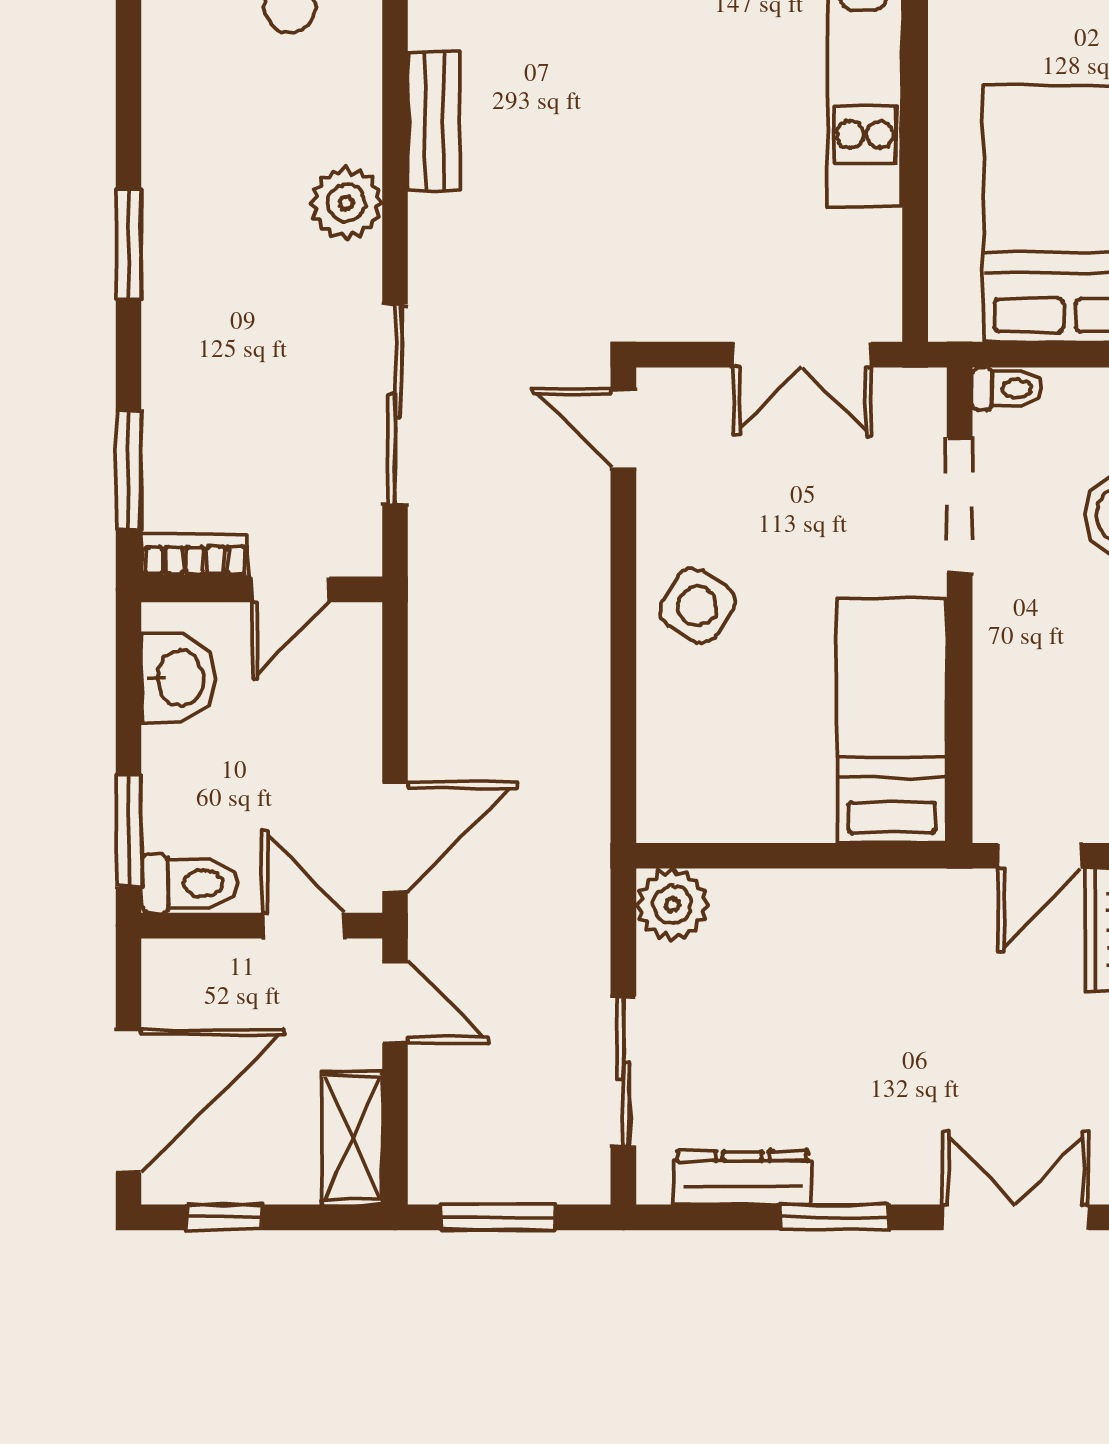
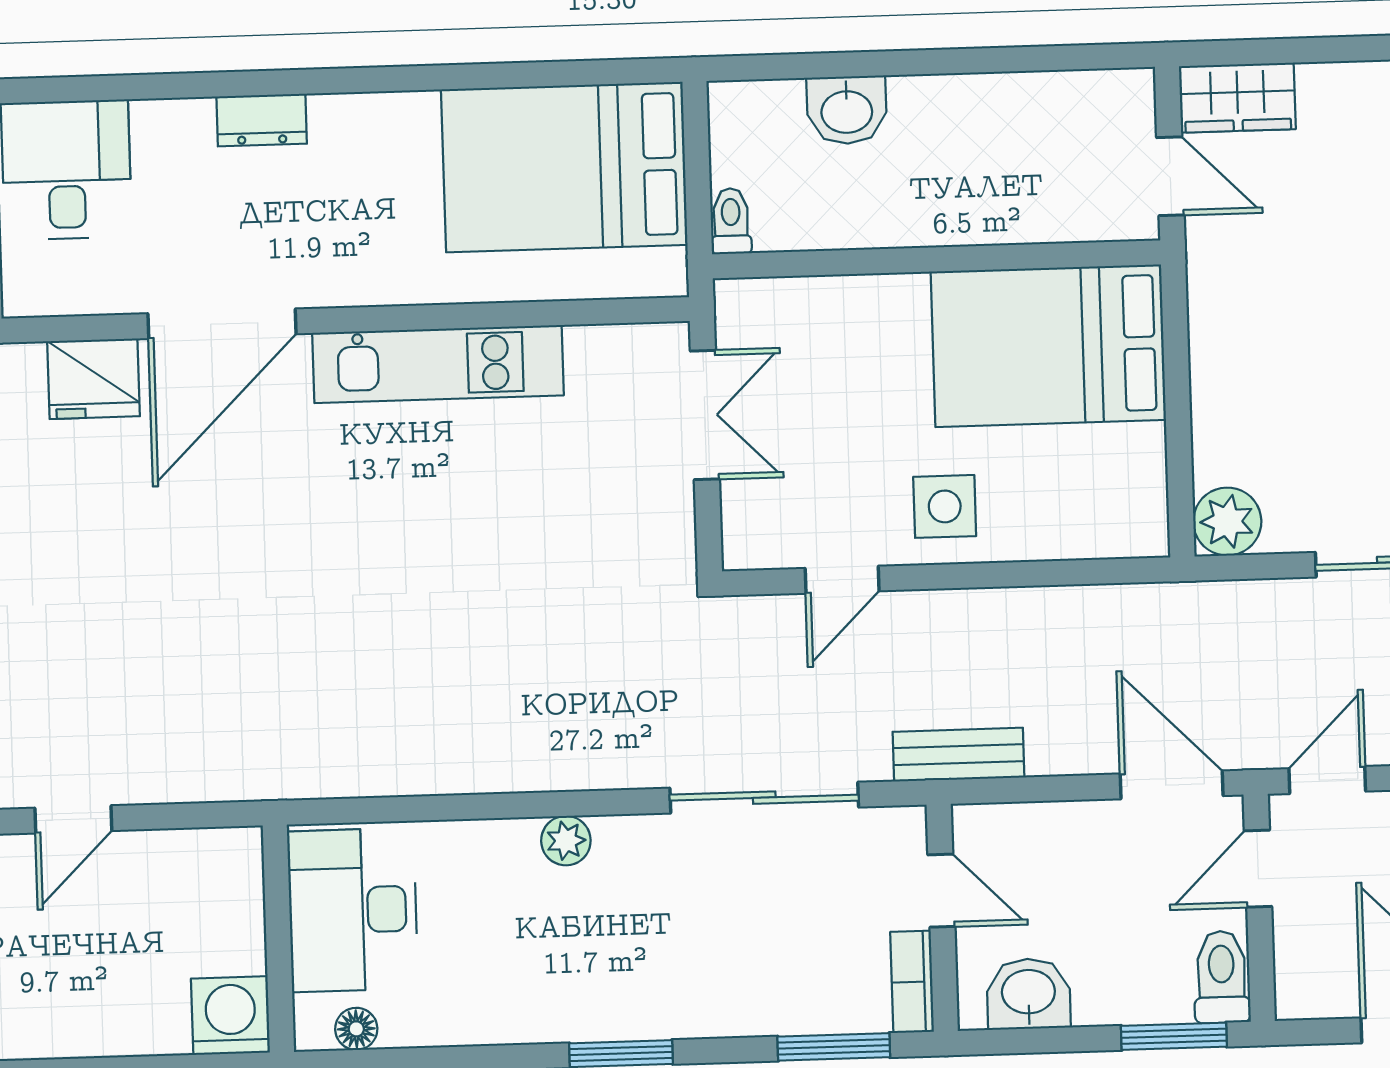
bench: (434, 121) -> (959, 755), moved
plant: (346, 203) -> (566, 841), width x0.73, depth x0.73
door: (623, 428) -> (842, 580), moved
doorway: (960, 506) -> (843, 262), removed
side table: (697, 606) -> (945, 506), turned -32
bed: (892, 721) -> (1048, 346), width x1.50

